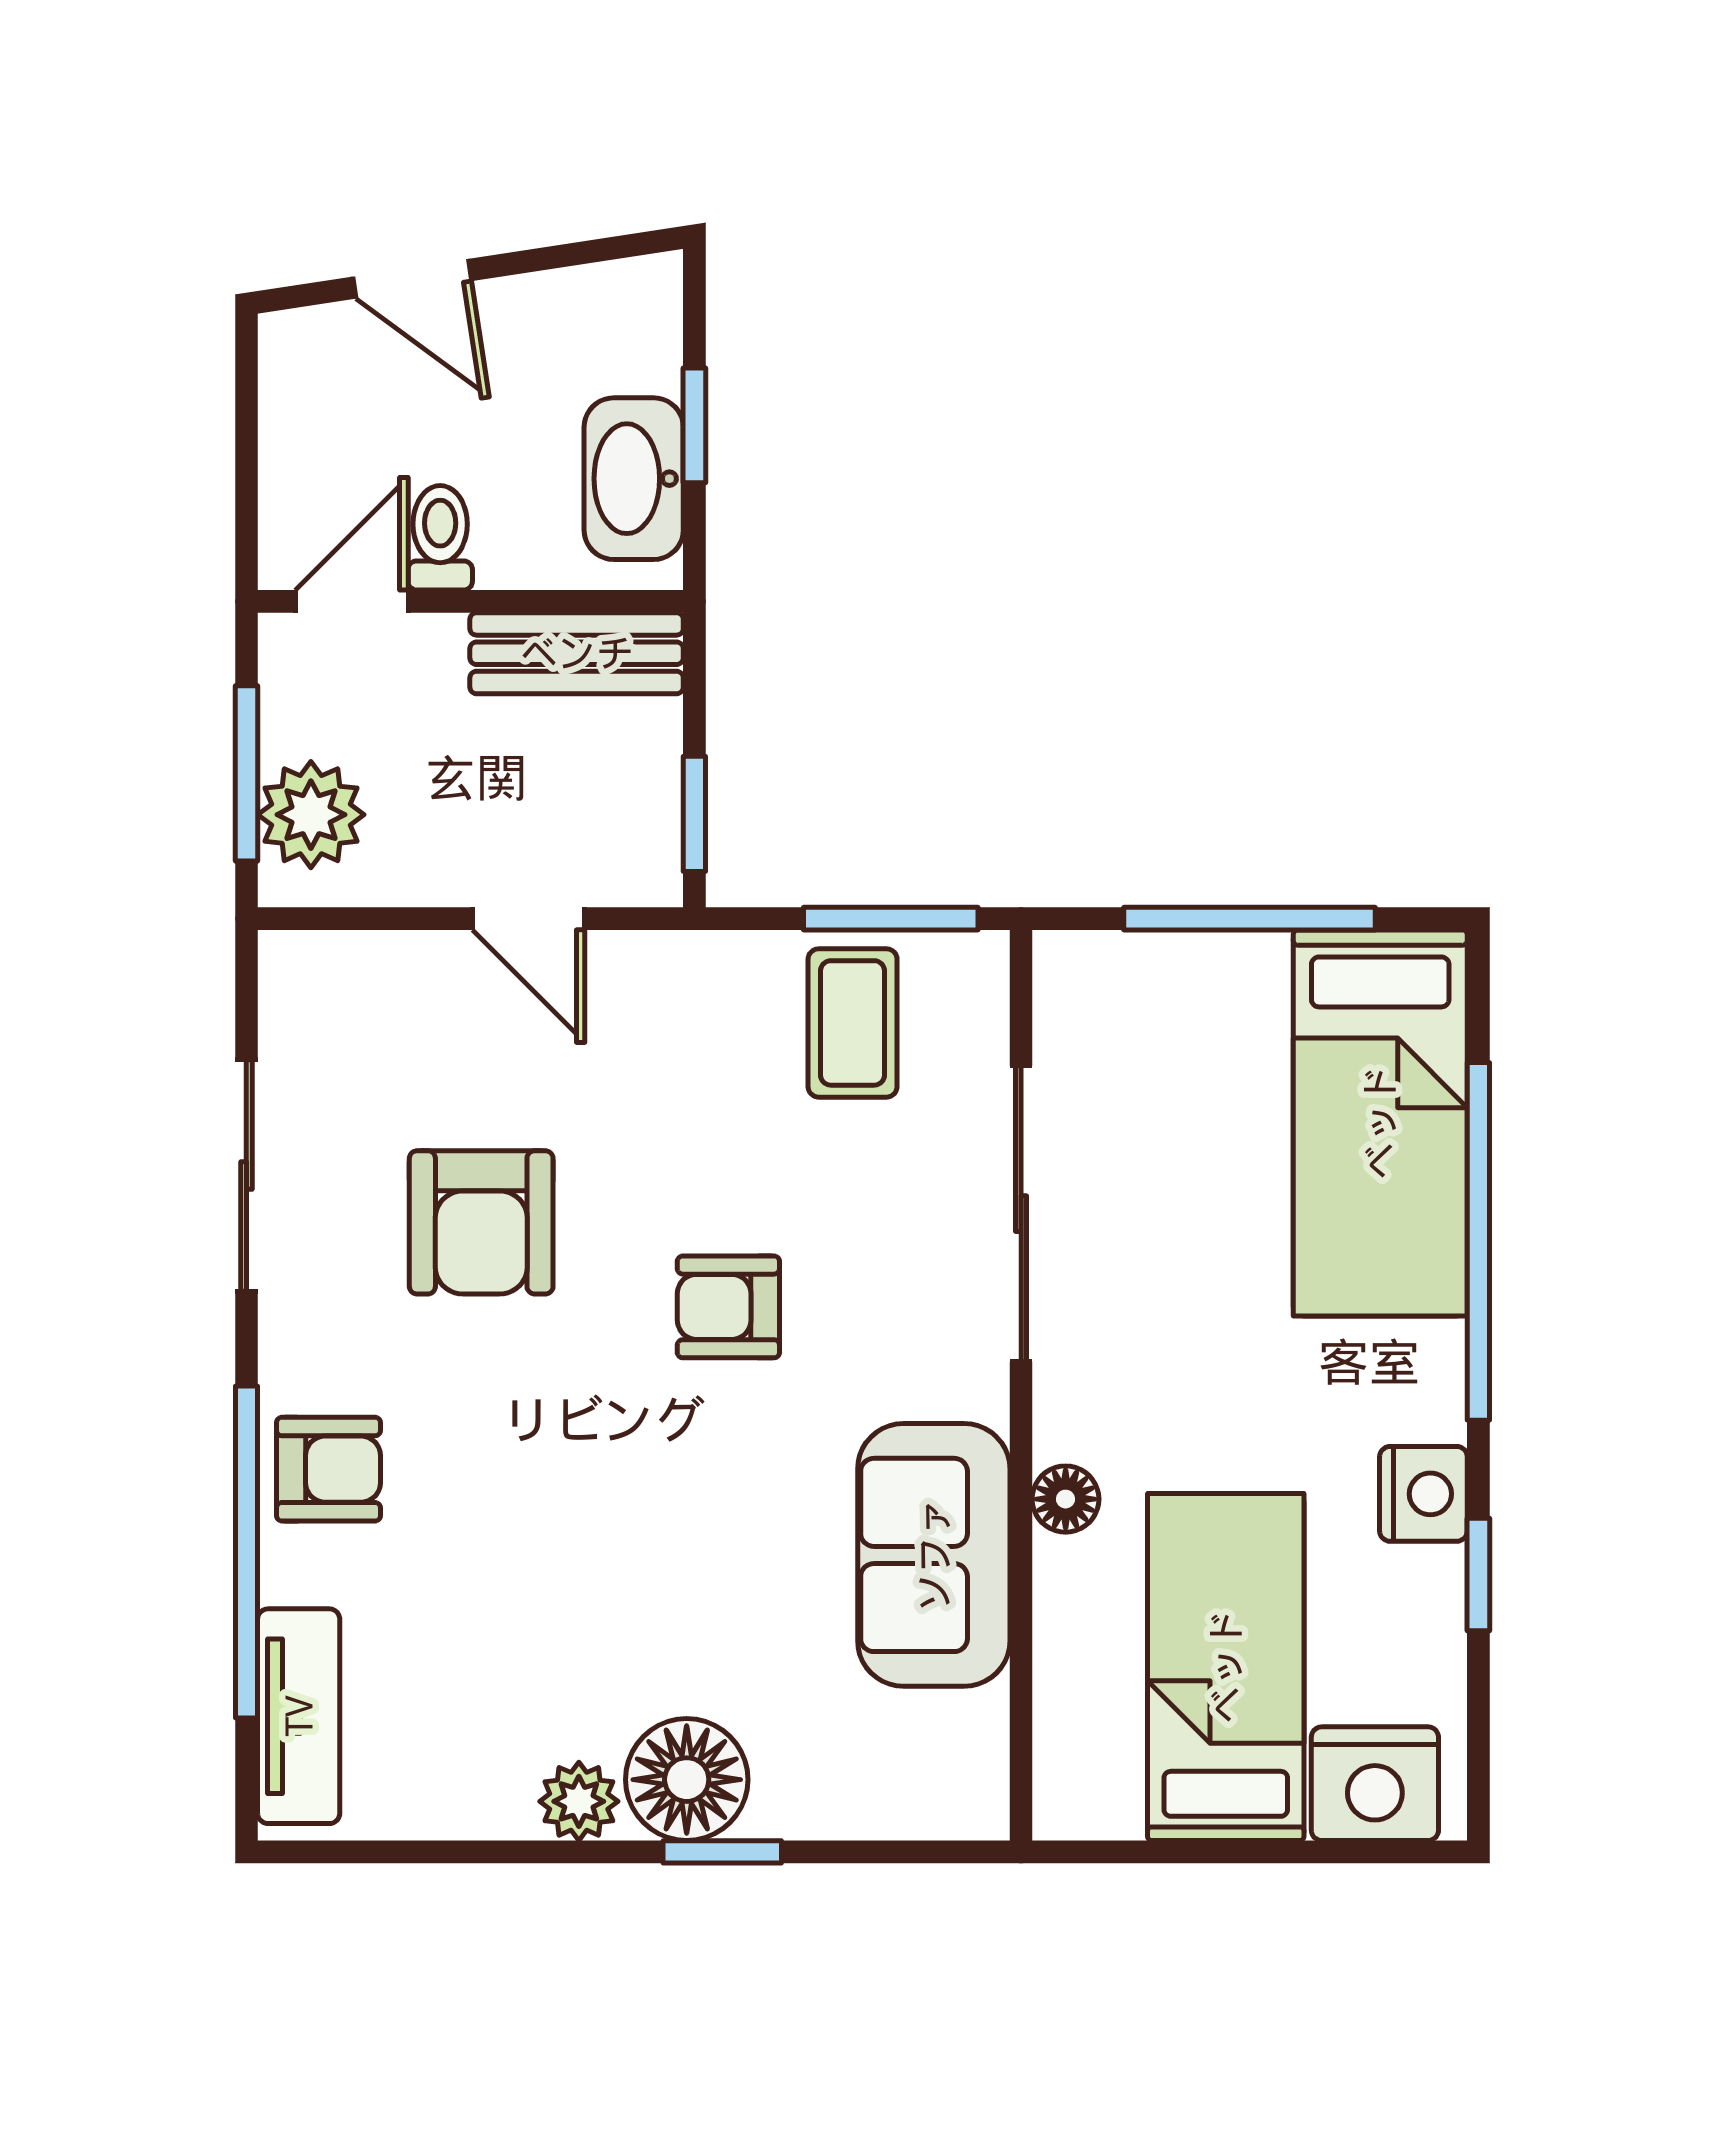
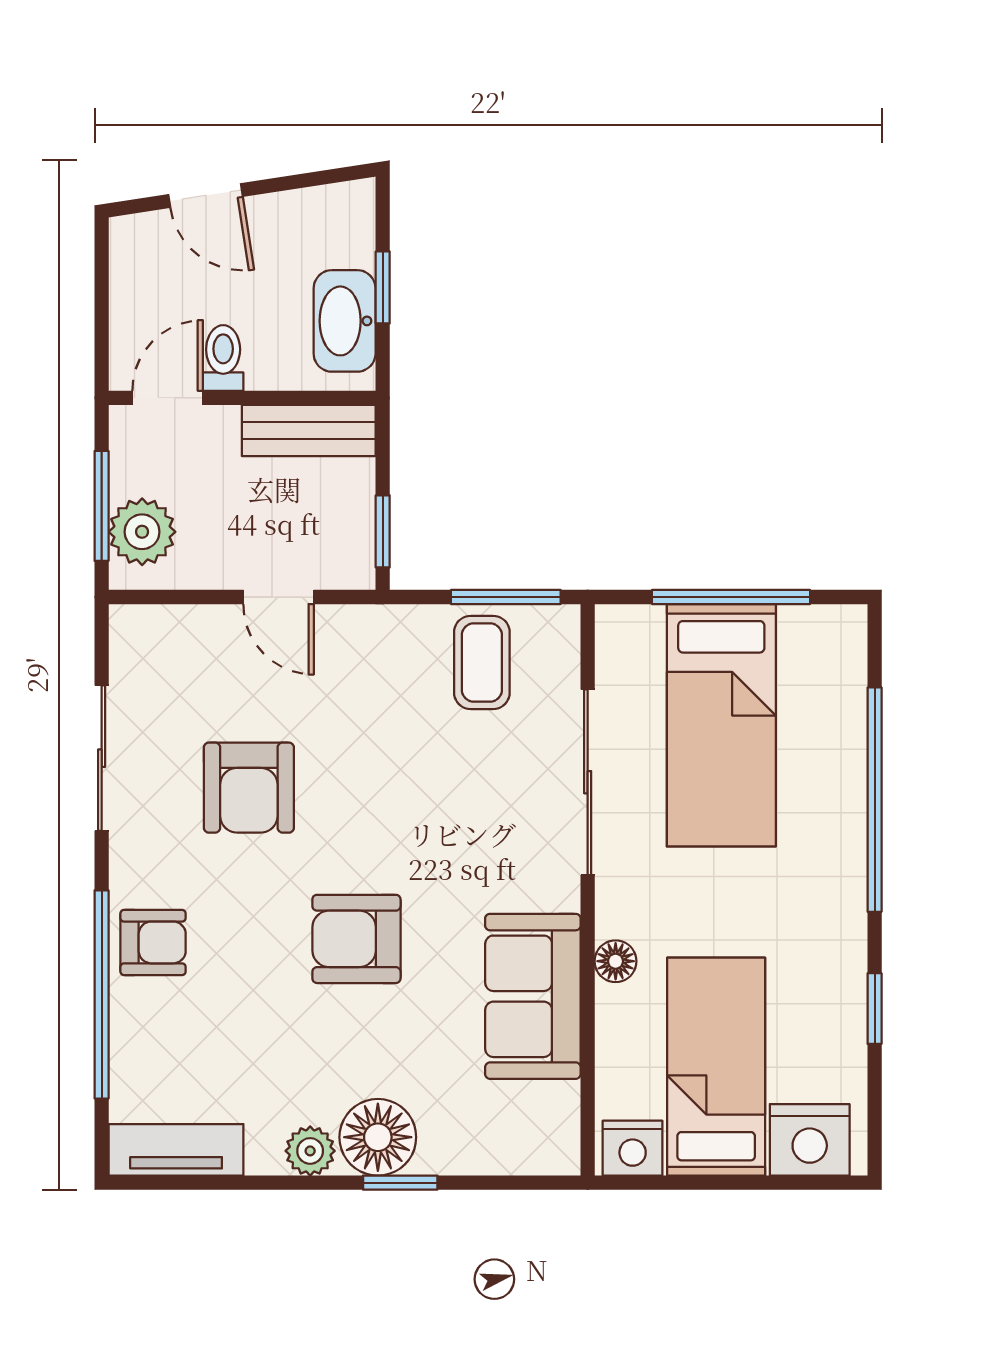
bed: (1380, 1123) -> (721, 725), moved
armchair: (728, 1307) -> (356, 939), moved, width x1.38, depth x1.38
nightstand: (1423, 1494) -> (633, 1148), moved, turned 90
tv unit: (299, 1716) -> (176, 1150), moved, turned -90

